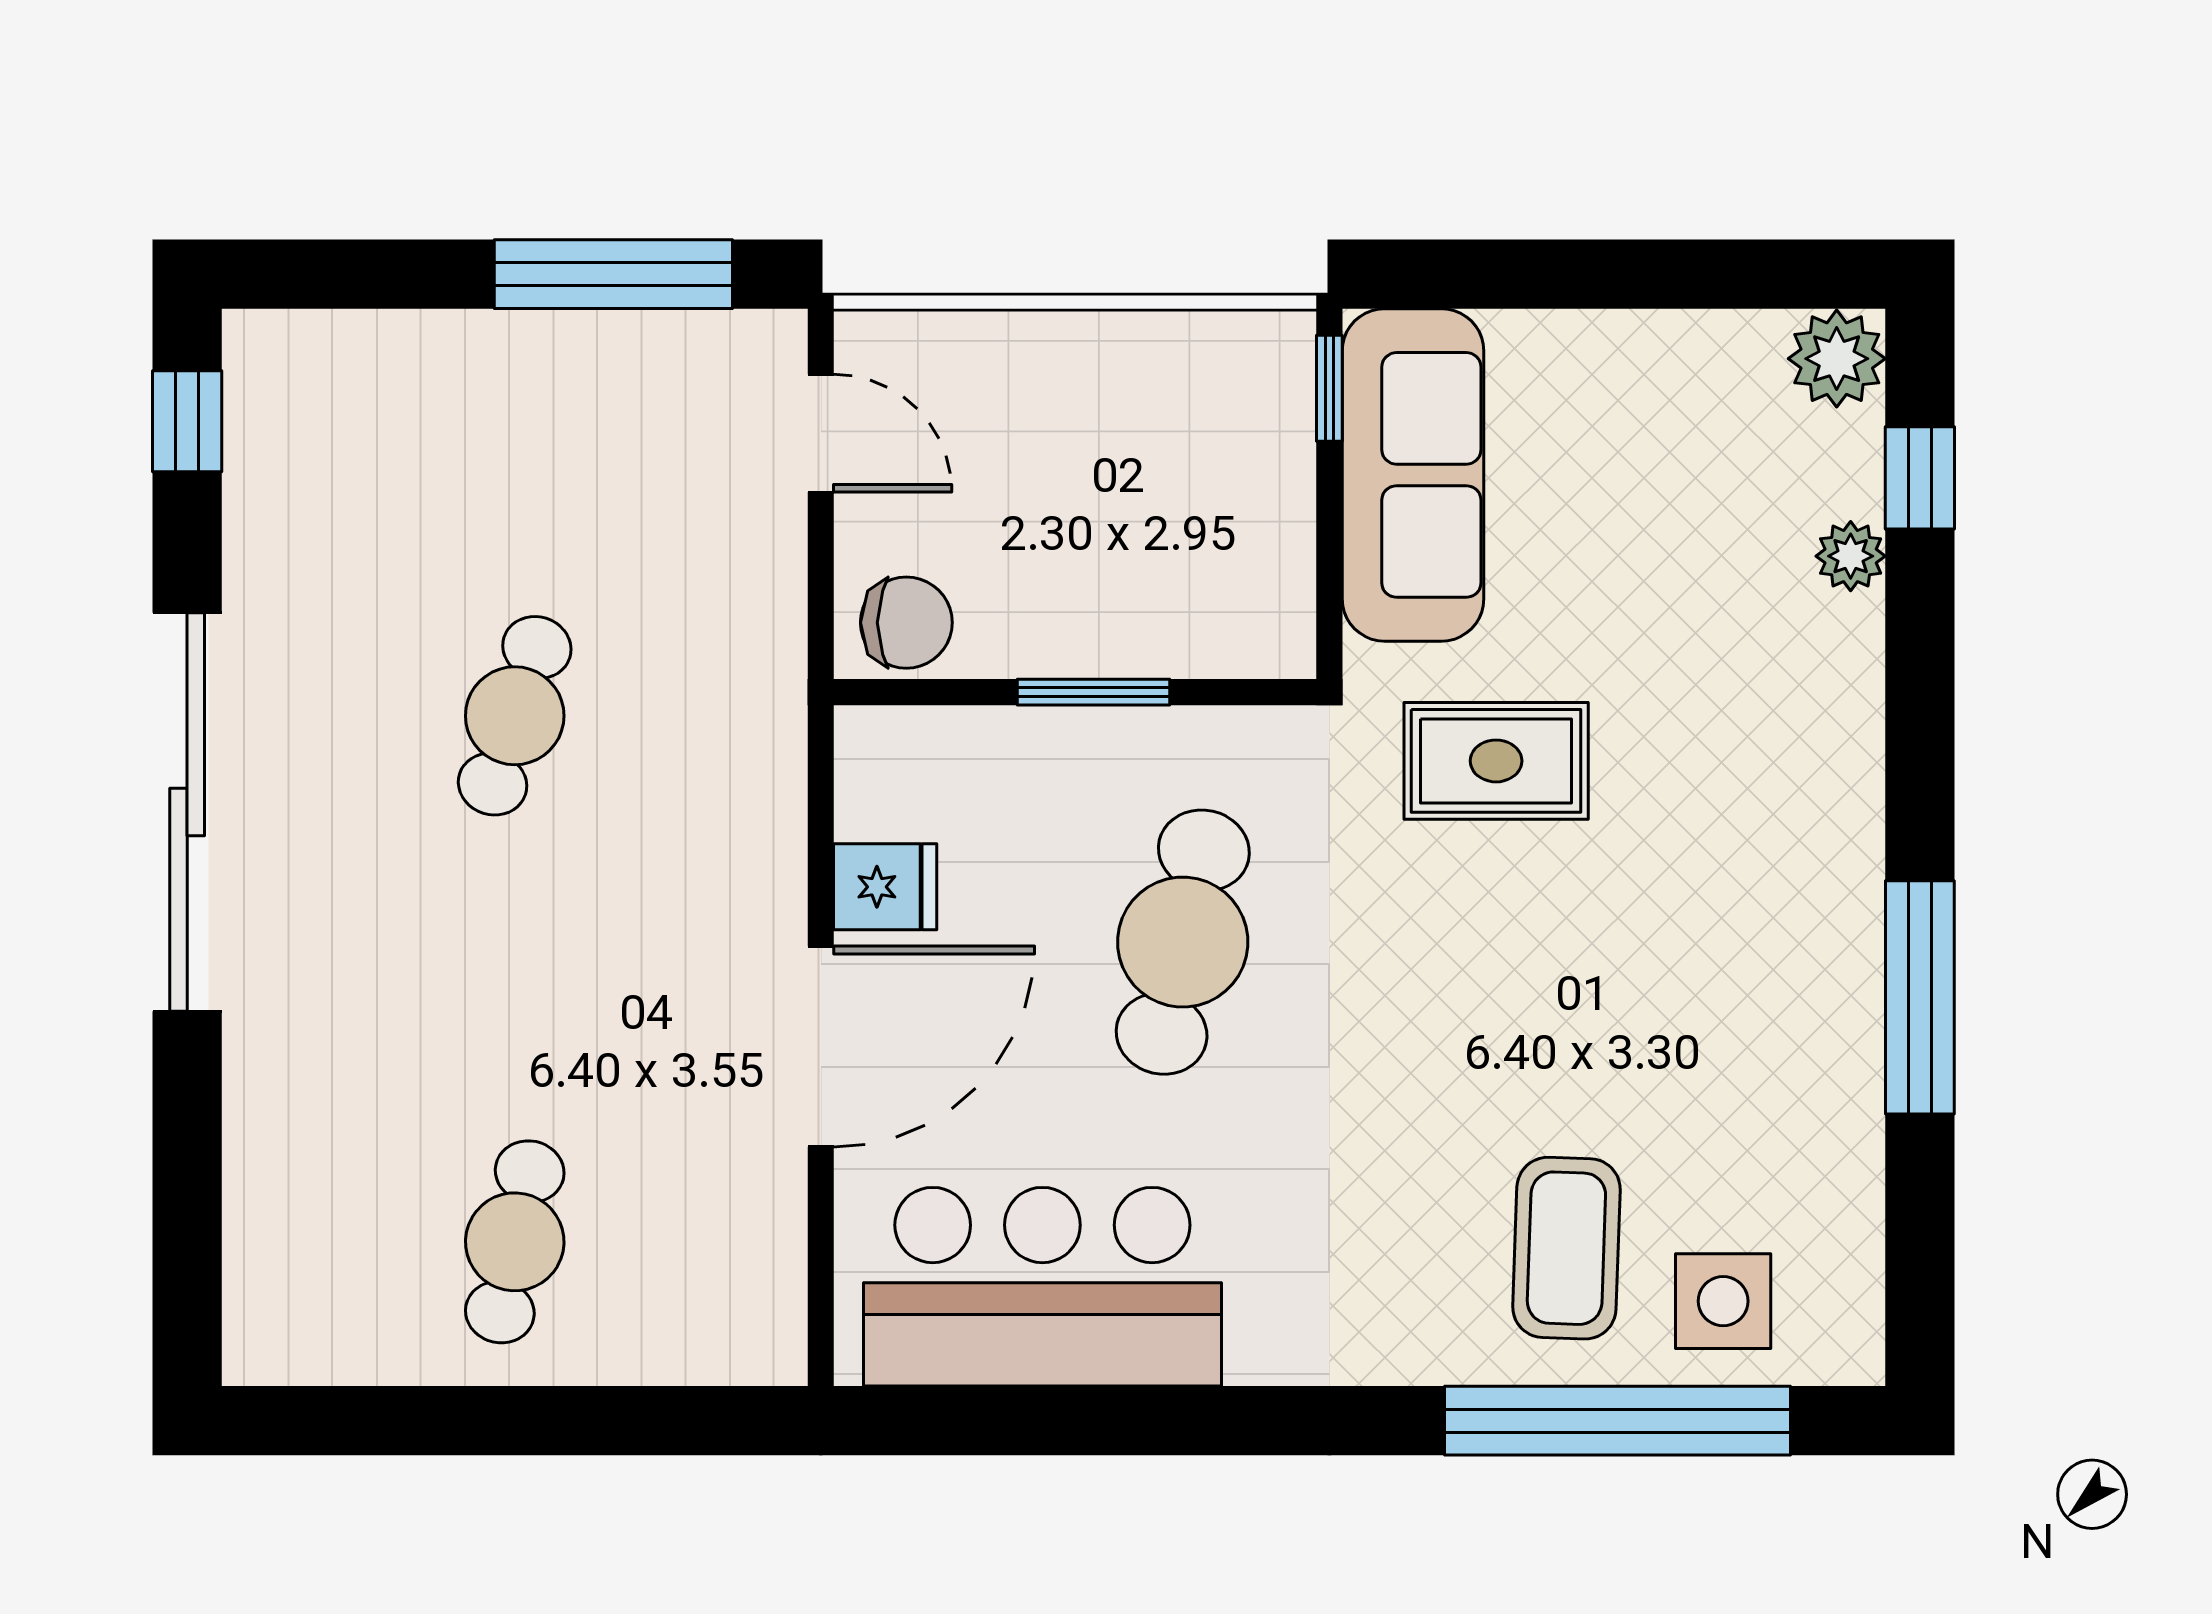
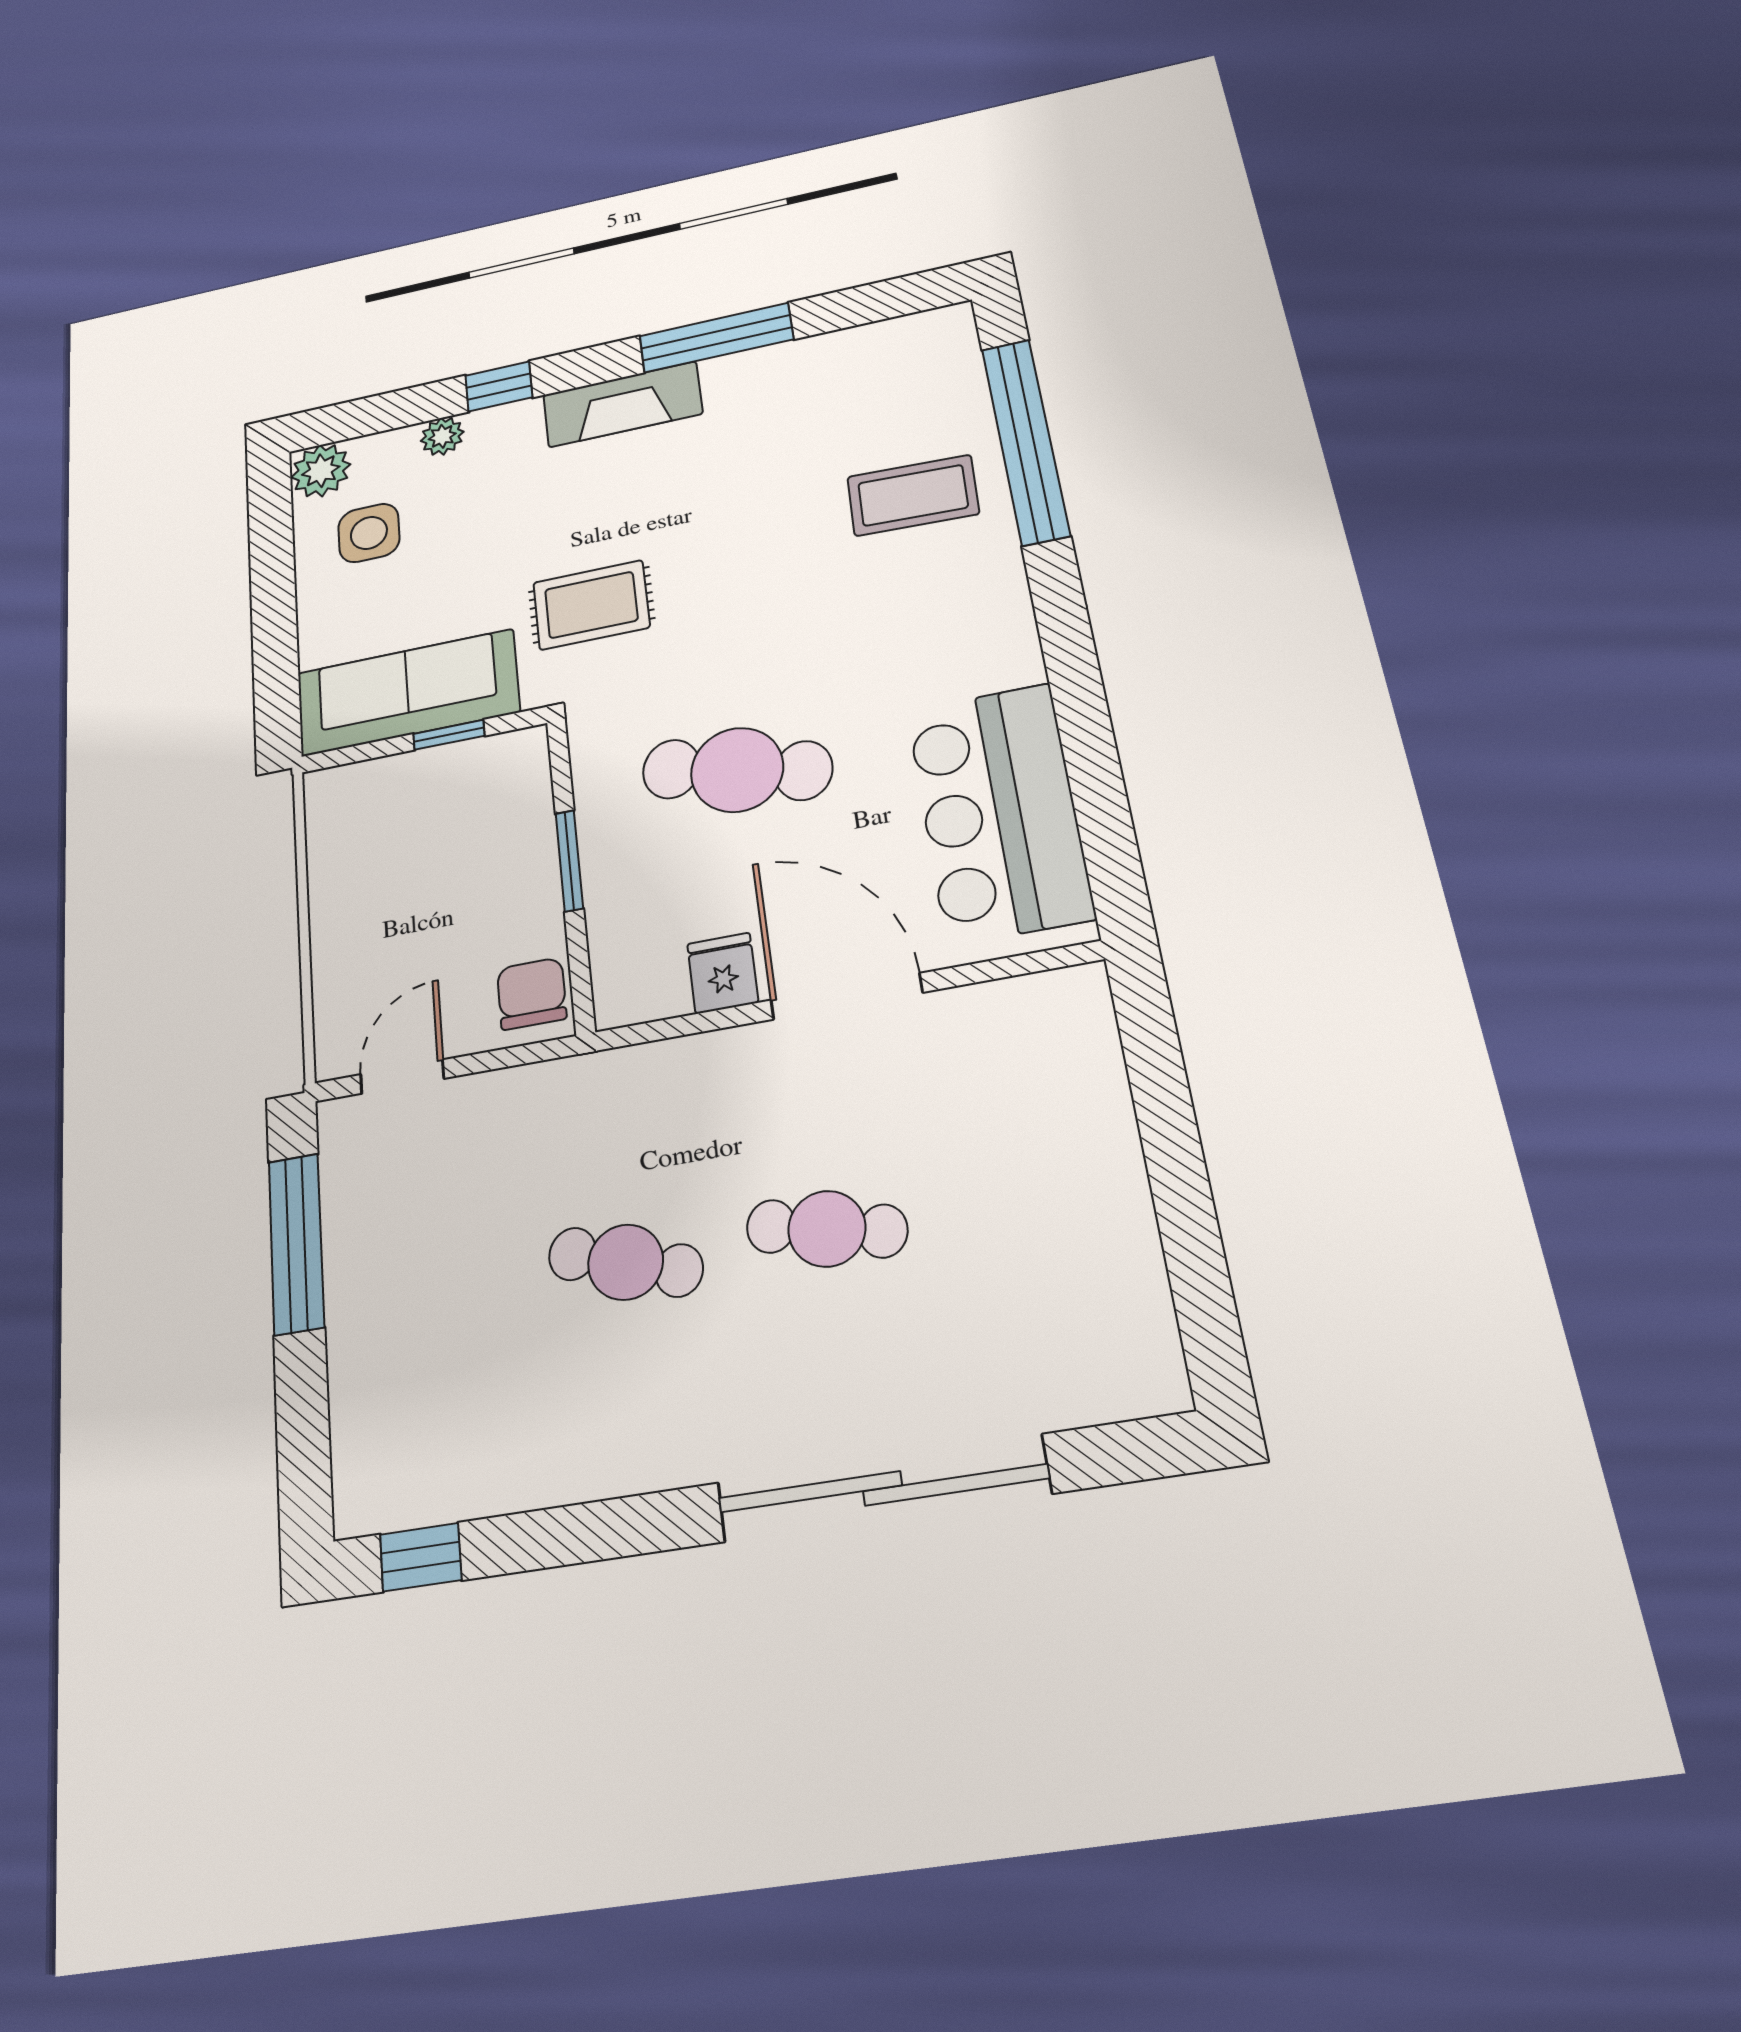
window: (1329, 388) -> (449, 735), moved
window: (1920, 478) -> (499, 387), moved
rug: (1496, 761) -> (591, 605), turned 90
sliding door: (187, 812) -> (883, 1488), moved
fireplace: (1836, 841) -> (622, 404), added
cafe table: (515, 1242) -> (827, 1229), moved
side table: (1723, 1301) -> (369, 533), moved

